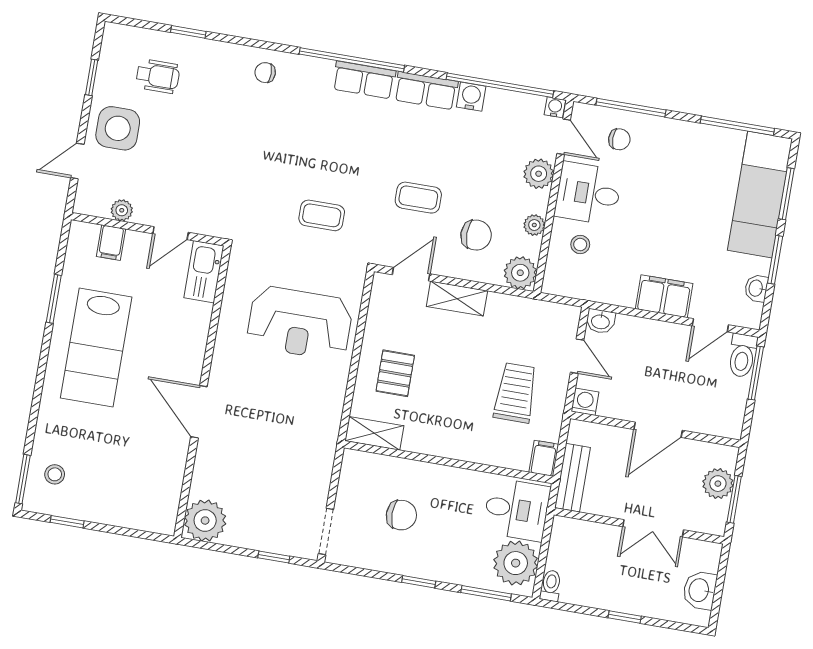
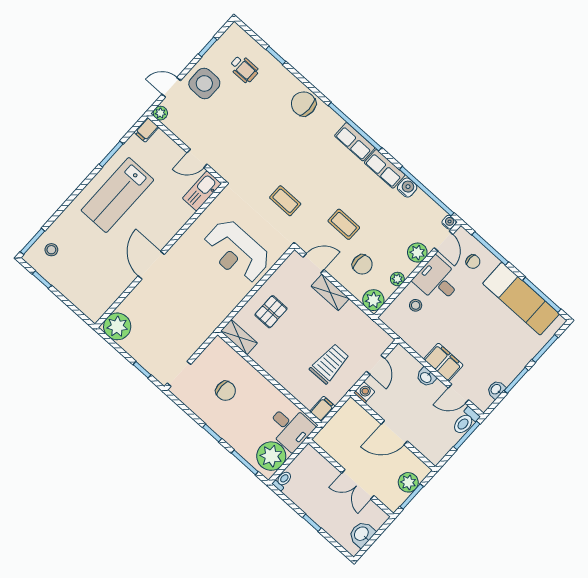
chair: (265, 73) -> (304, 104), width x1.87, depth x1.87
exam couch: (760, 194) -> (521, 299), moved, turned -90
plant: (122, 210) -> (160, 113), moved
filing cabinet: (111, 243) -> (146, 130), moved
washbasin: (601, 321) -> (426, 377), moved
bench: (573, 478) -> (331, 429), removed

